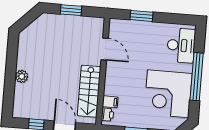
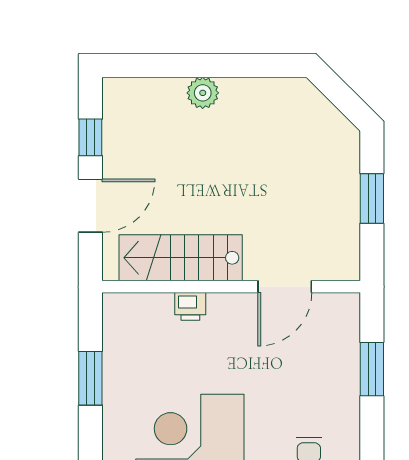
filing cabinet: (110, 102) -> (159, 310), removed
printer: (107, 115) -> (190, 306), moved

